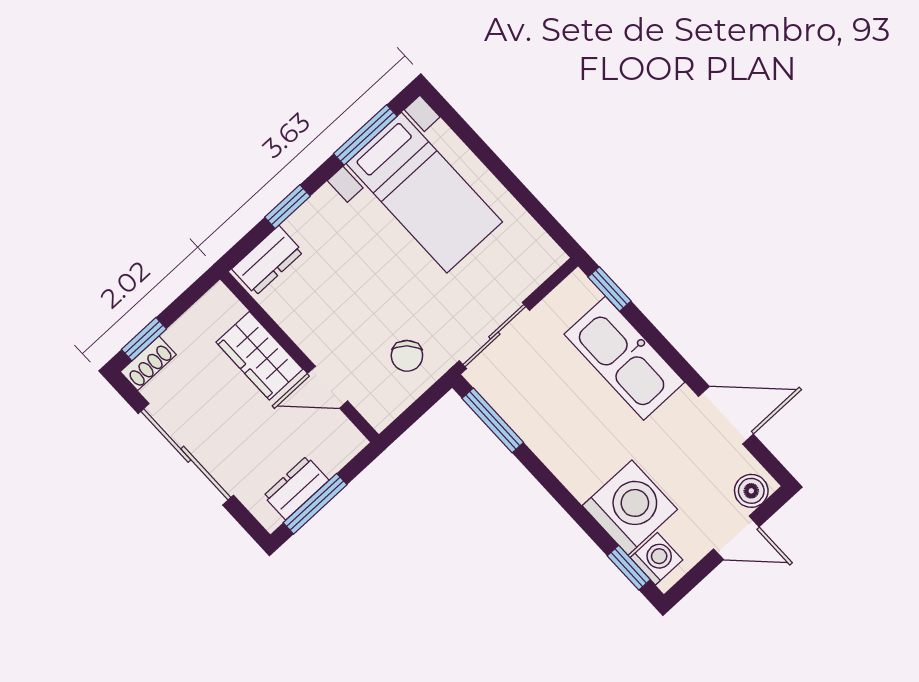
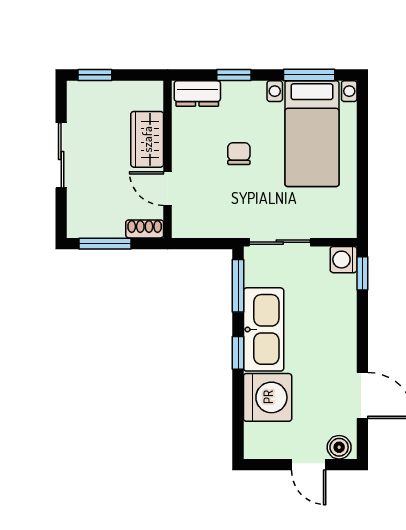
chair: (407, 356) -> (239, 154), moved, turned 136
kitchen sink: (624, 358) -> (264, 329), moved, turned 180
shoe rack: (148, 363) -> (145, 229), moved, turned 180
sliding door: (186, 454) -> (61, 155), width x0.73
dresser: (296, 488) -> (103, 226), removed
washing machine: (656, 559) -> (344, 260), moved, turned 180
window: (629, 568) -> (238, 353), moved

